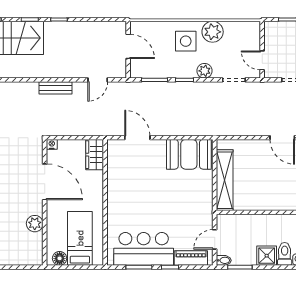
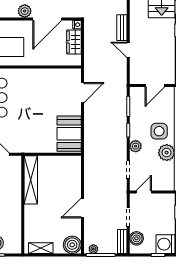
door: (98, 80) -> (128, 50), moved
wardrobe: (95, 155) -> (74, 42), moved, turned -90
shelving: (225, 180) -> (31, 180), moved, turned 90
plant: (35, 224) -> (25, 11), moved

